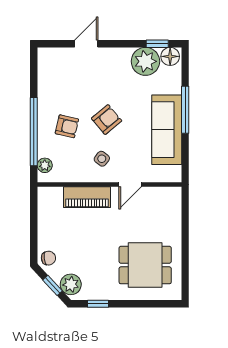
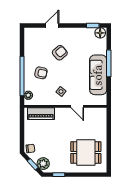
plant: (145, 61) -> (86, 36), removed
armchair: (107, 120) -> (60, 53), moved
door: (130, 185) -> (77, 106), hinge flipped
piano: (87, 197) -> (41, 114), moved

